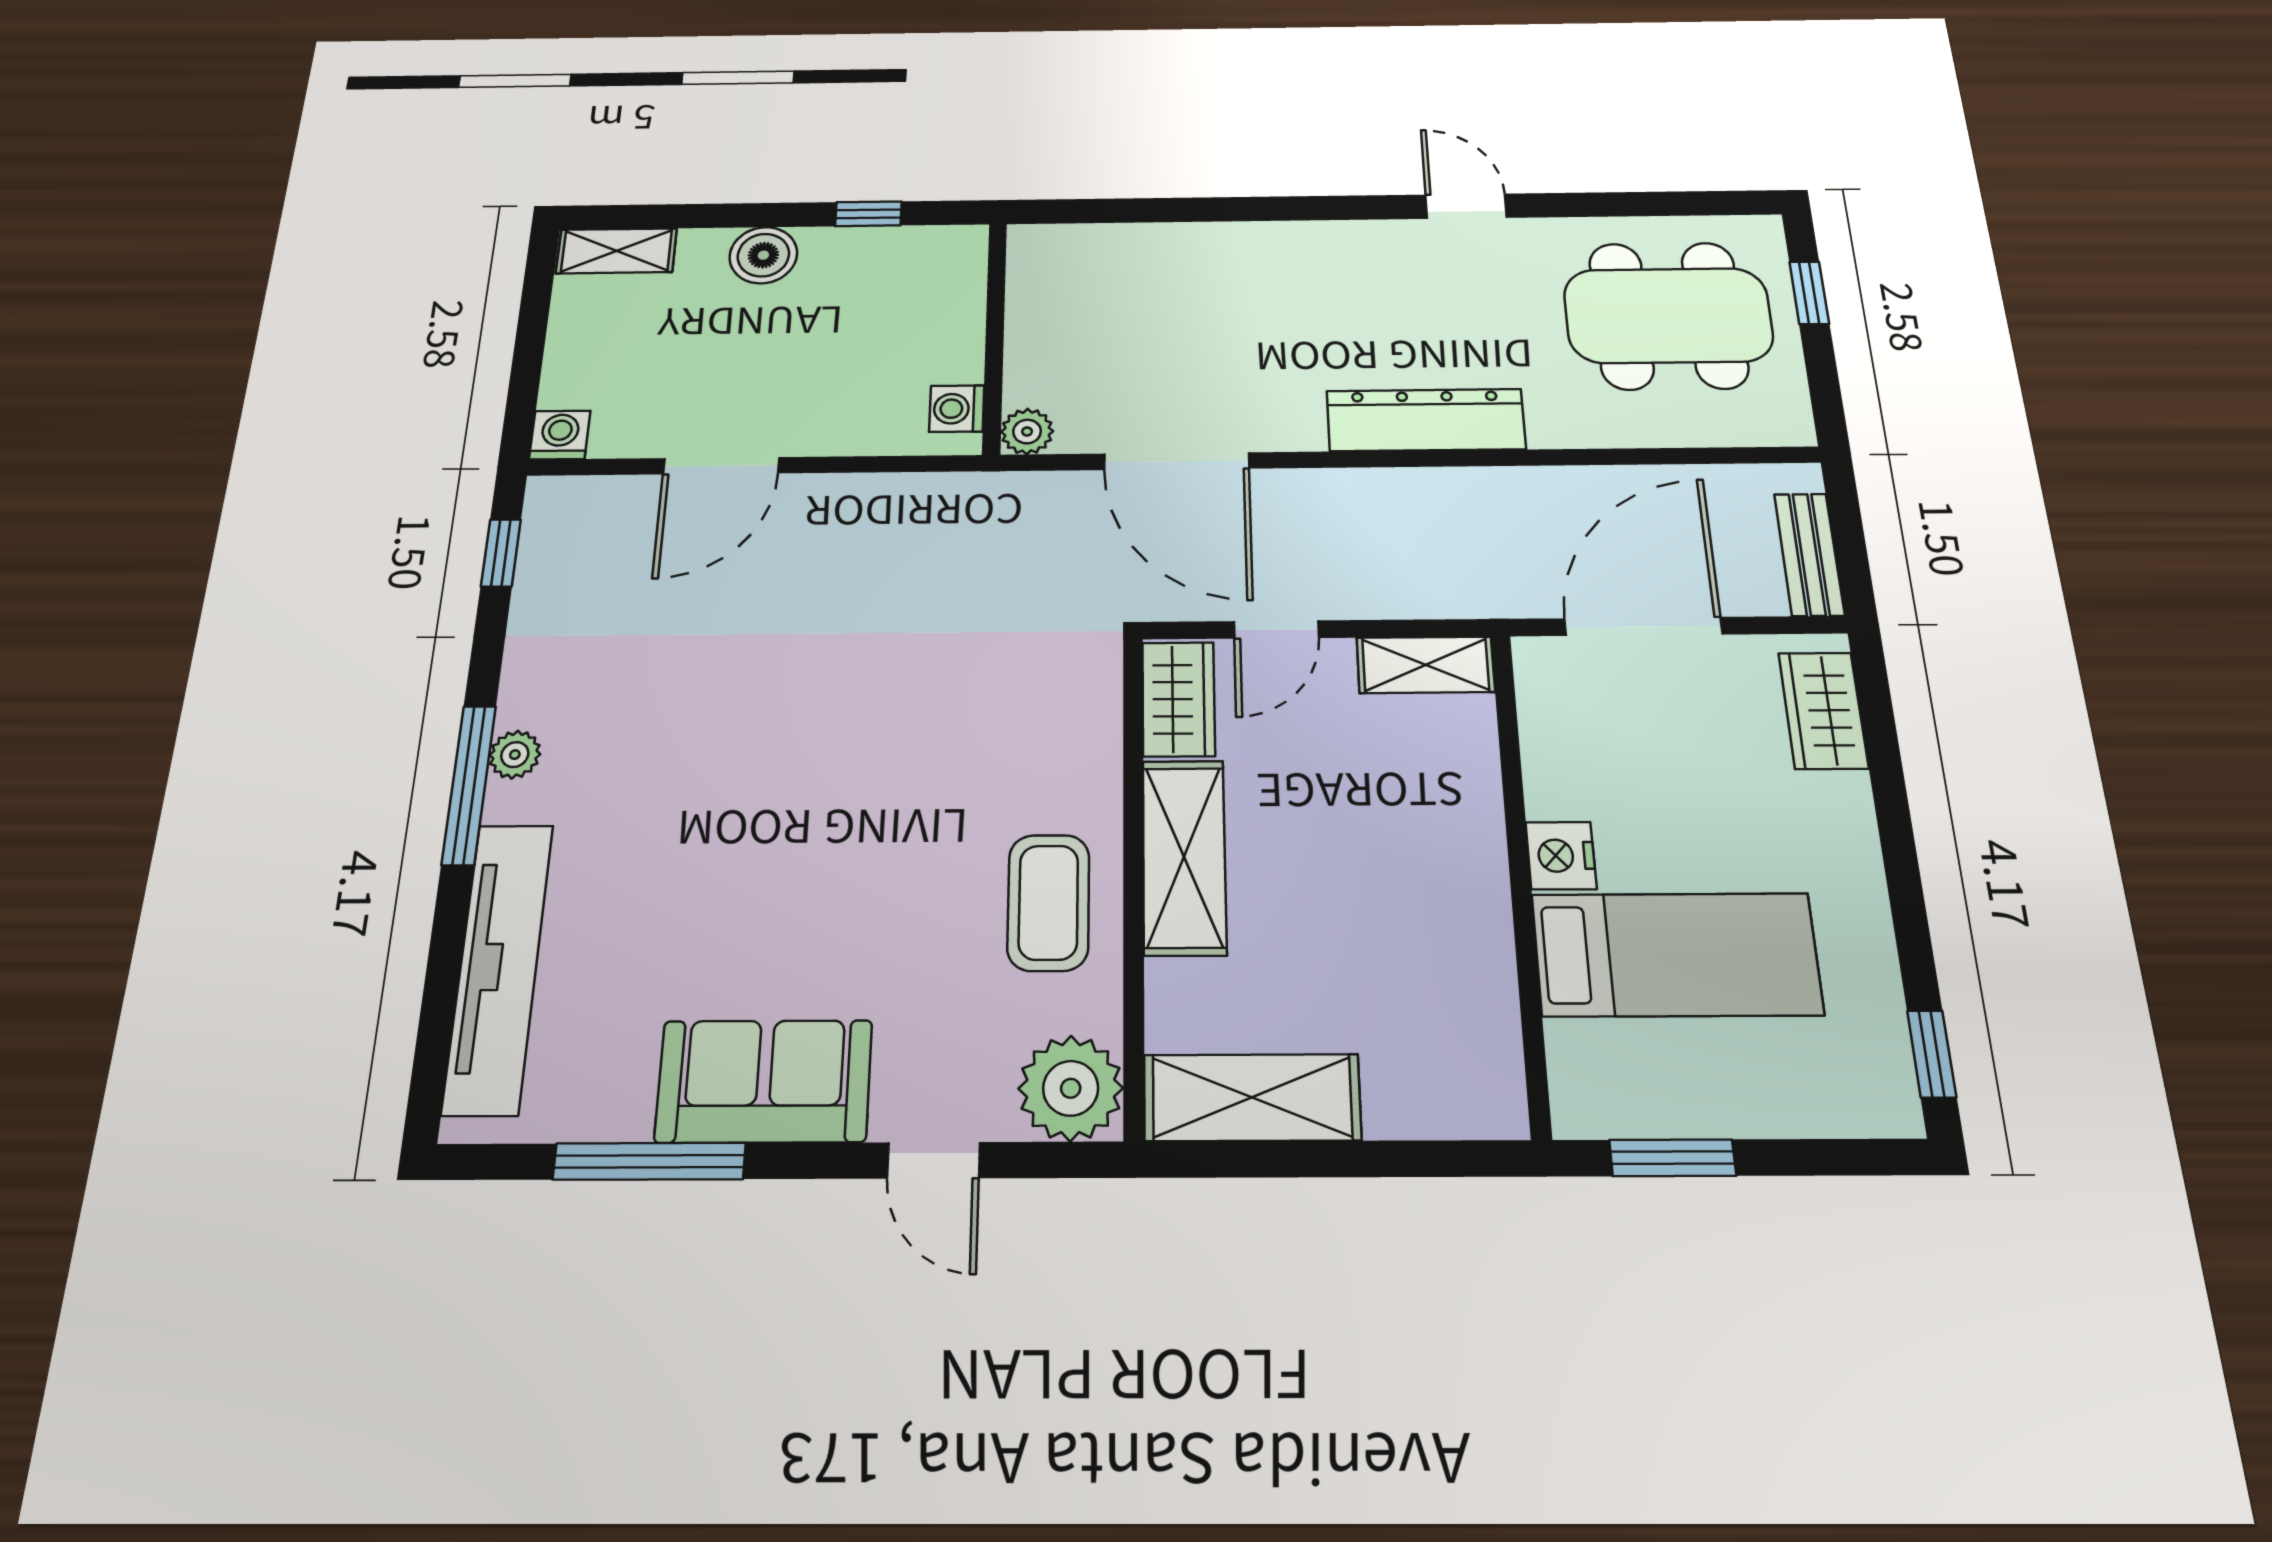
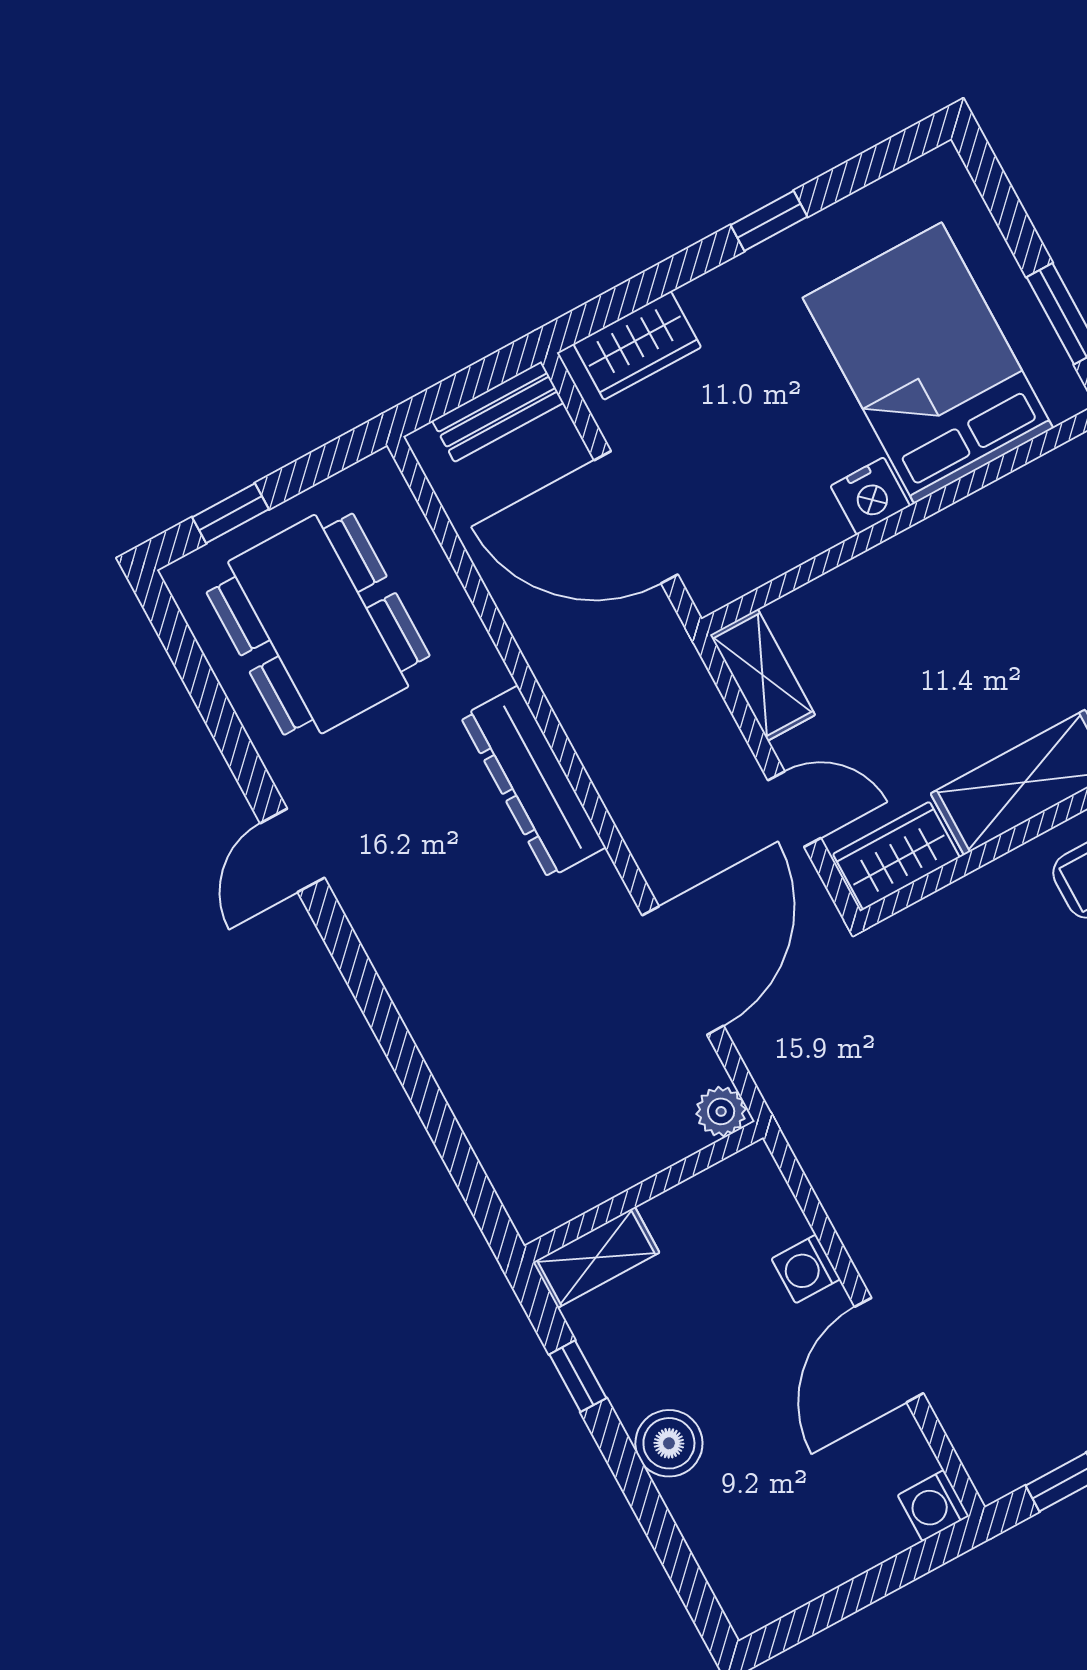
shelving: (616, 251) -> (596, 1257), moved, turned 90
washing machine: (957, 409) -> (806, 1269), moved, turned 90
door: (721, 466) -> (889, 1350), swing flipped
bed: (1676, 954) -> (928, 363), width x1.50
window: (1932, 1054) -> (769, 221), moved

